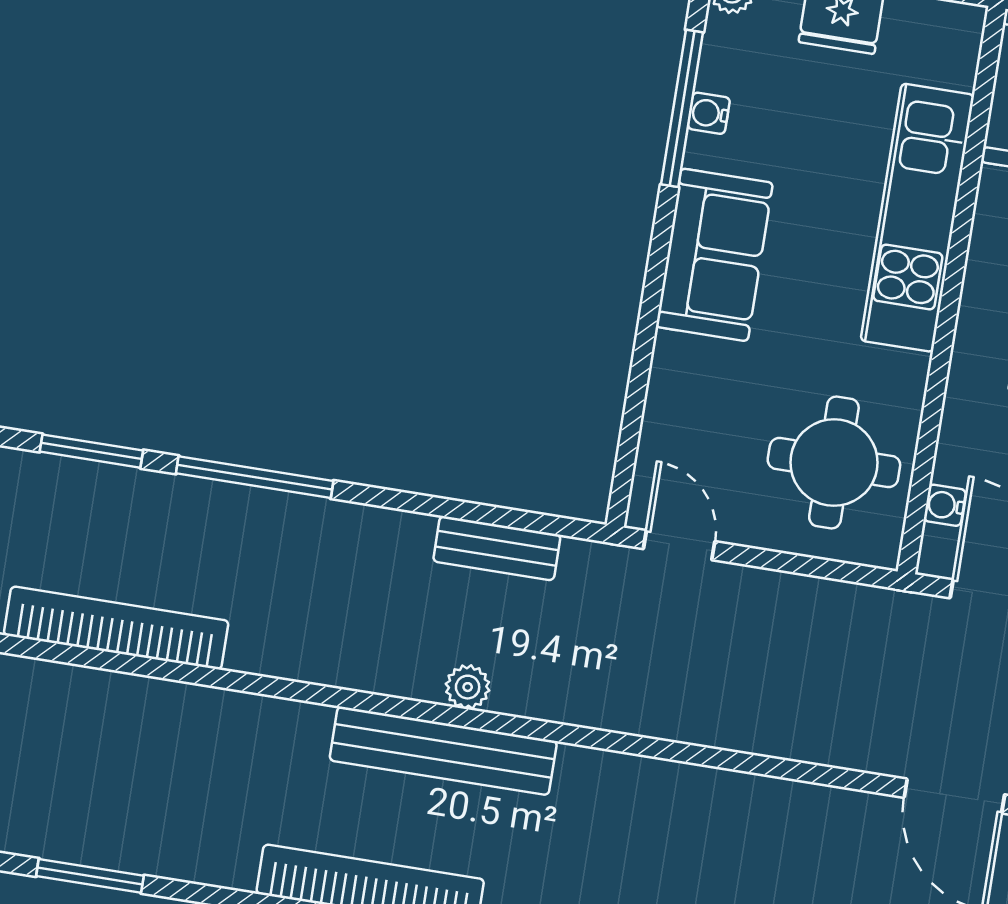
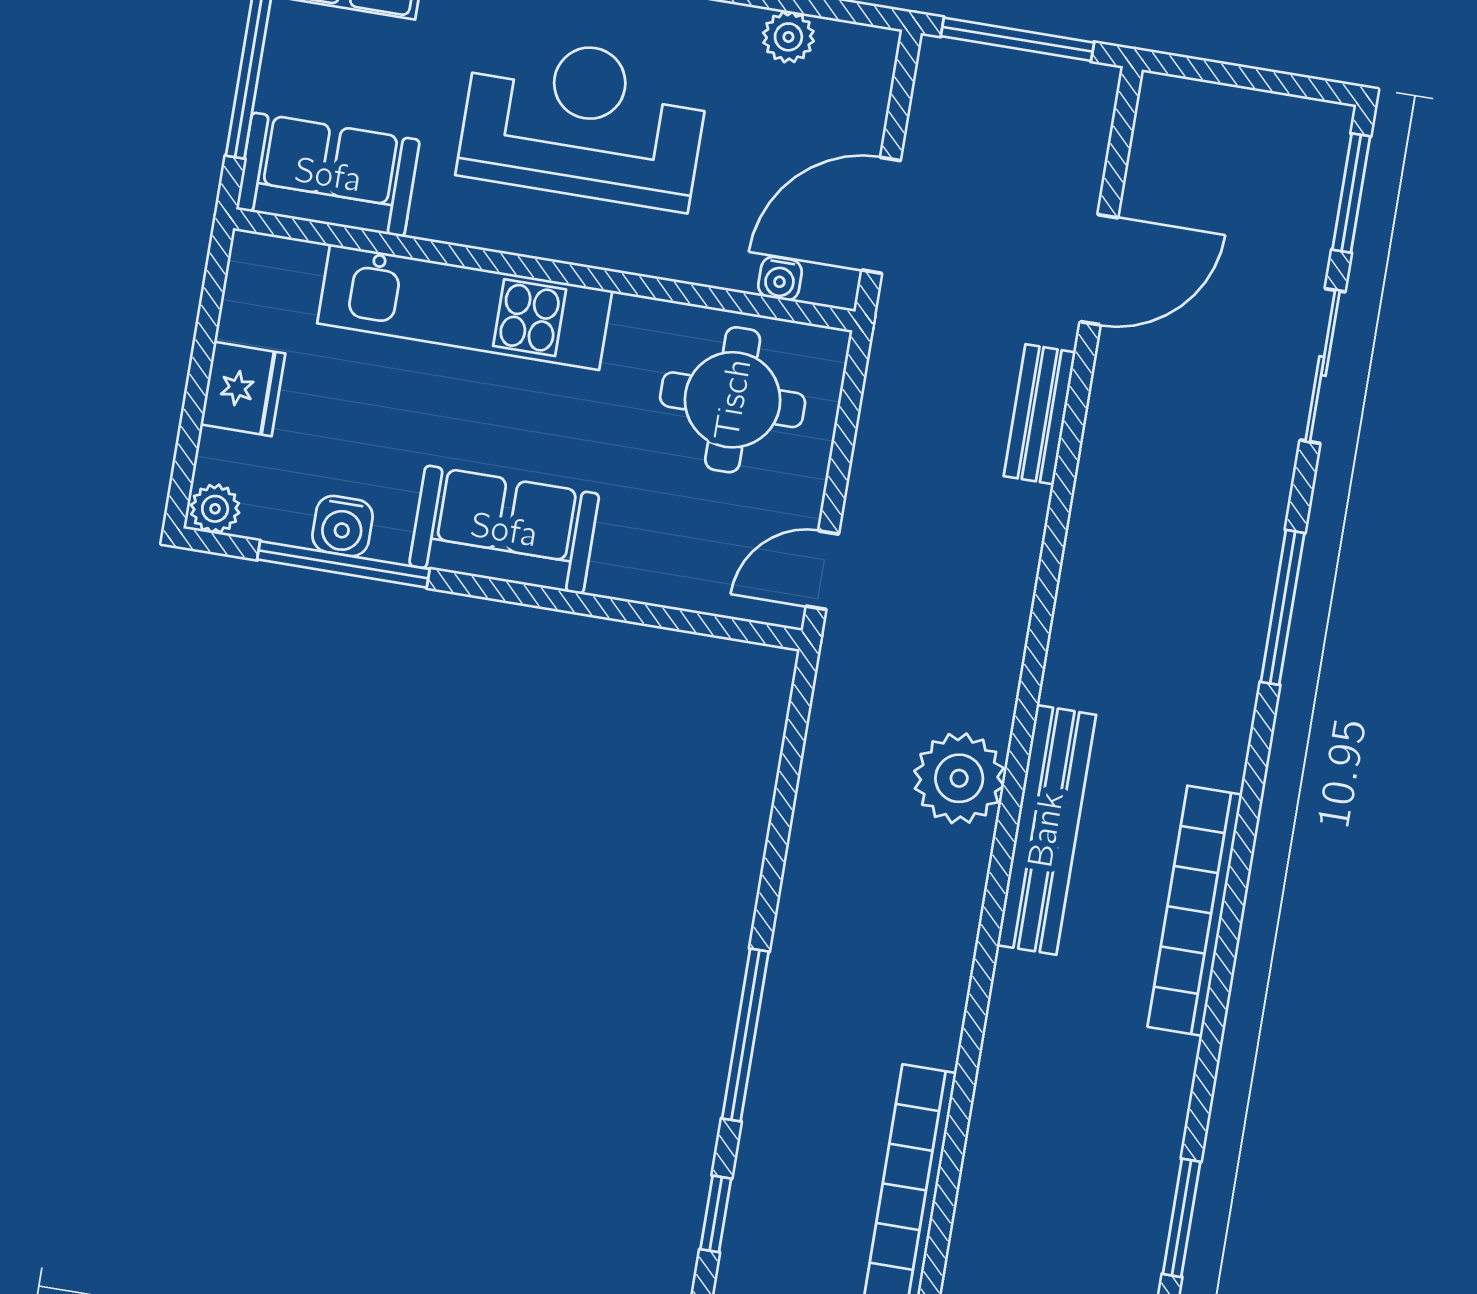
water cooler: (709, 113) -> (343, 526), width x1.38, depth x1.38
window: (91, 451) -> (716, 1214), width x0.67
bench: (497, 548) -> (1040, 414), moved
plant: (468, 687) -> (959, 778), width x1.88, depth x1.88

